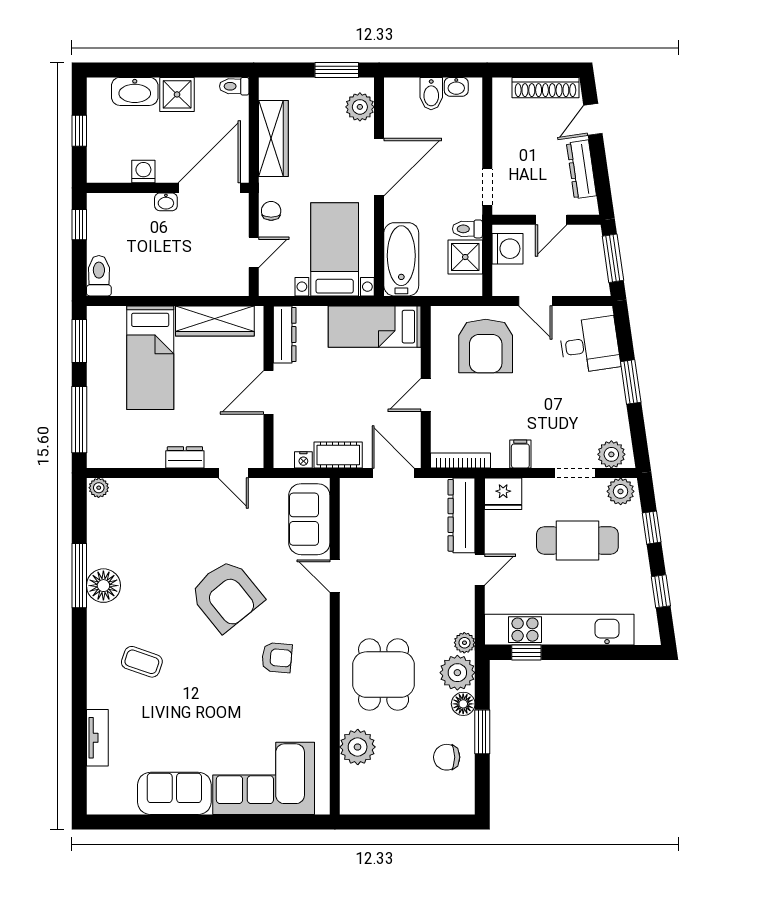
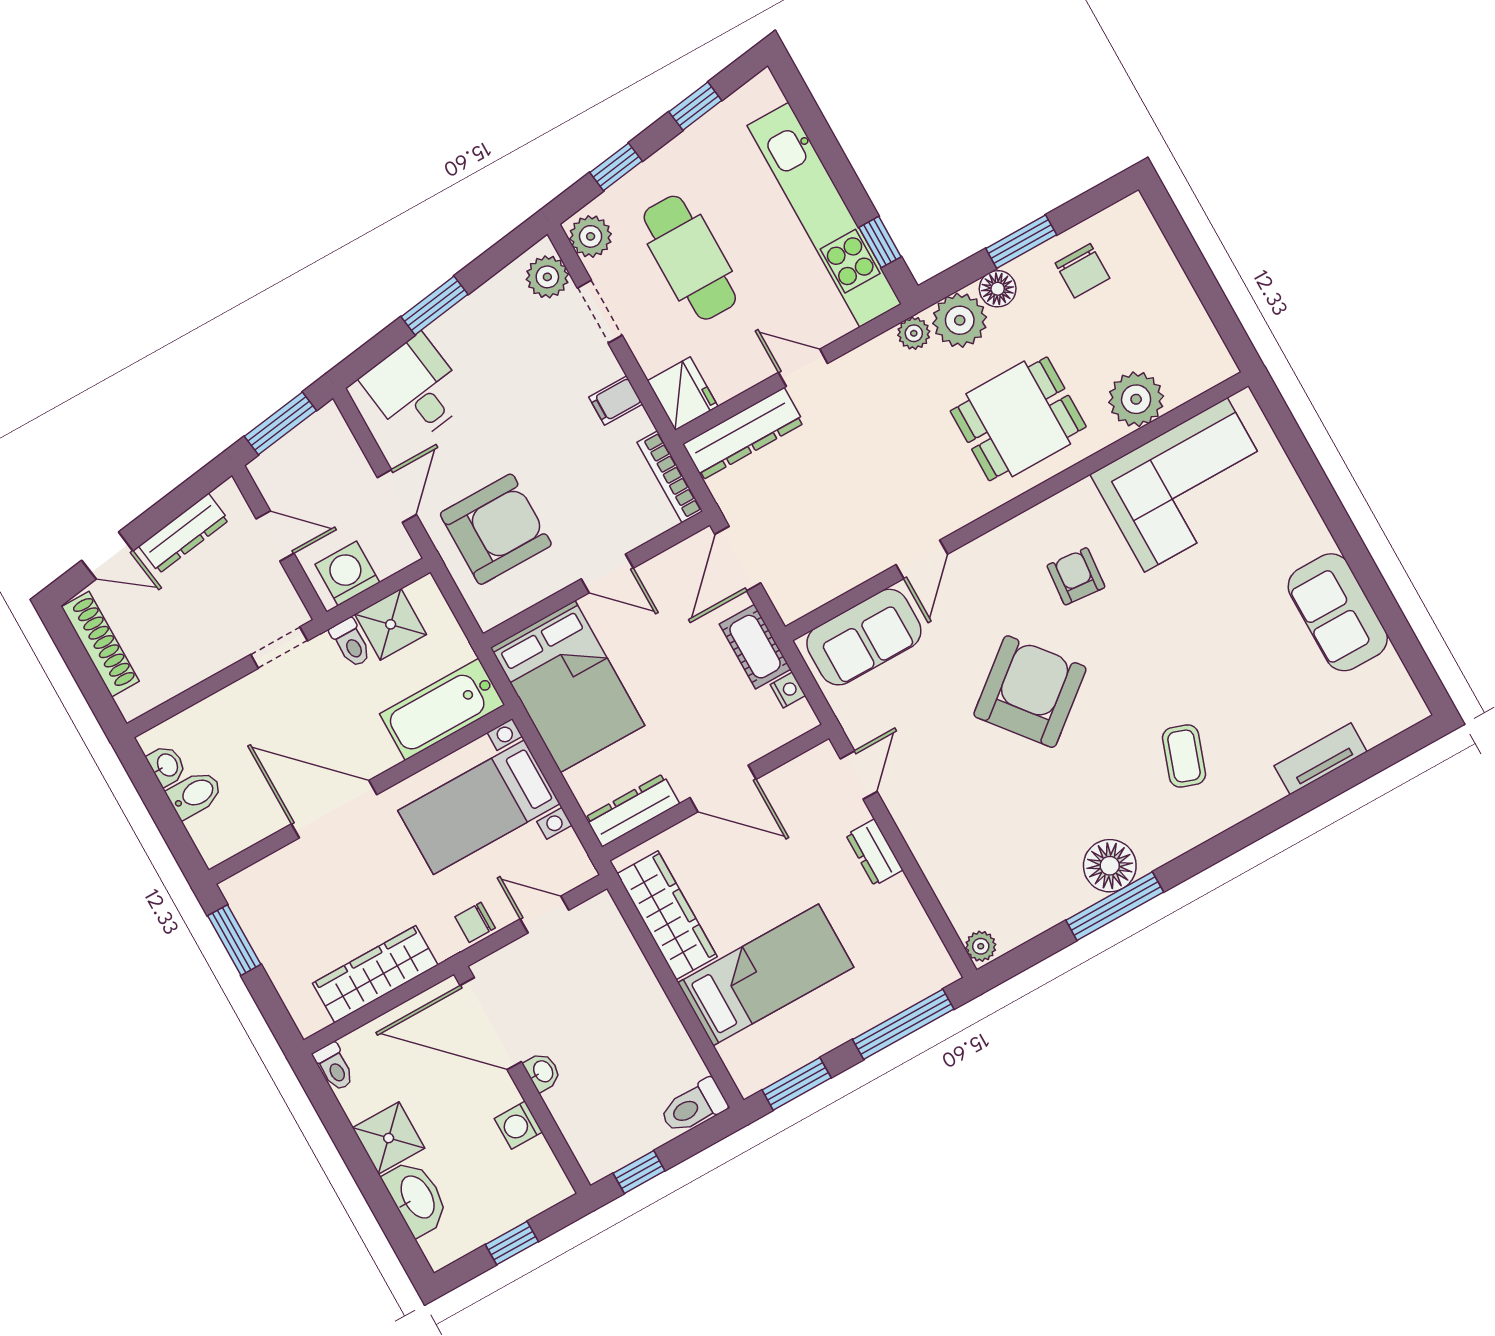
plant: (360, 107) -> (267, 881), removed
bed: (375, 327) -> (568, 687), width x1.50
corner sofa: (264, 778) -> (1186, 485), moved, turned -90

